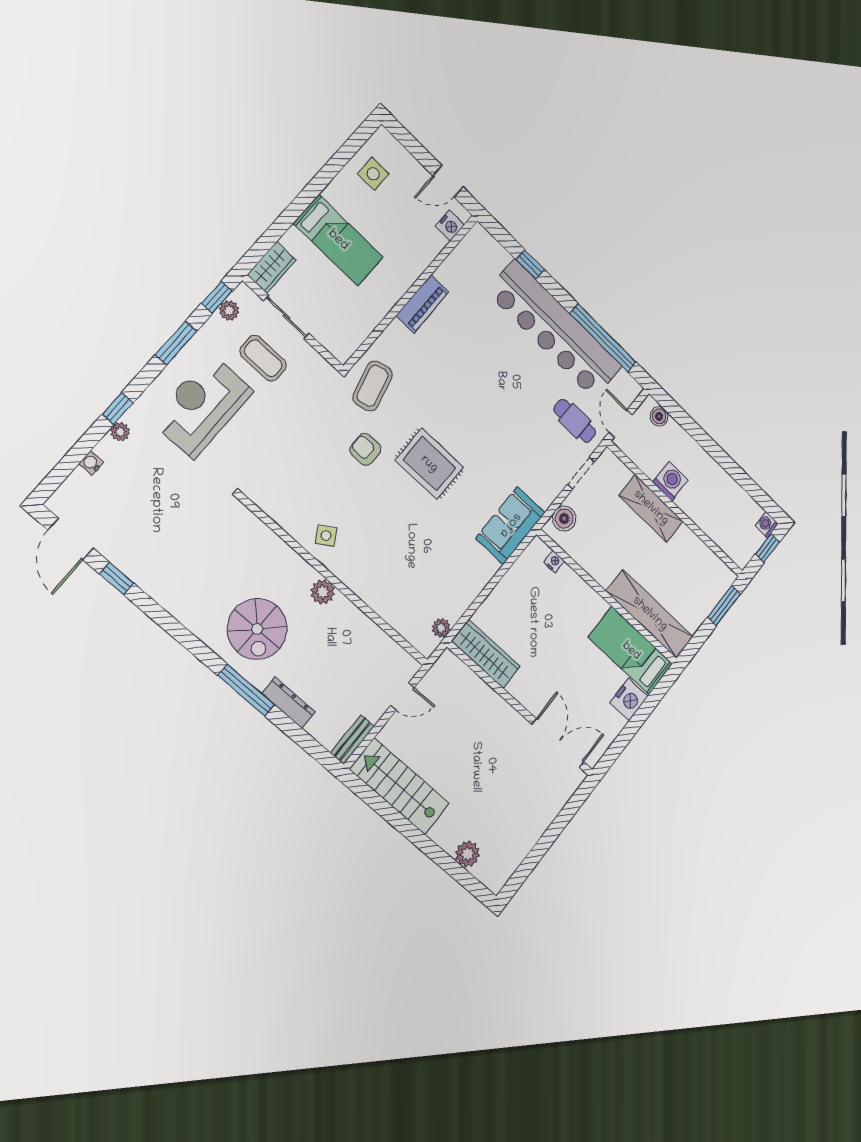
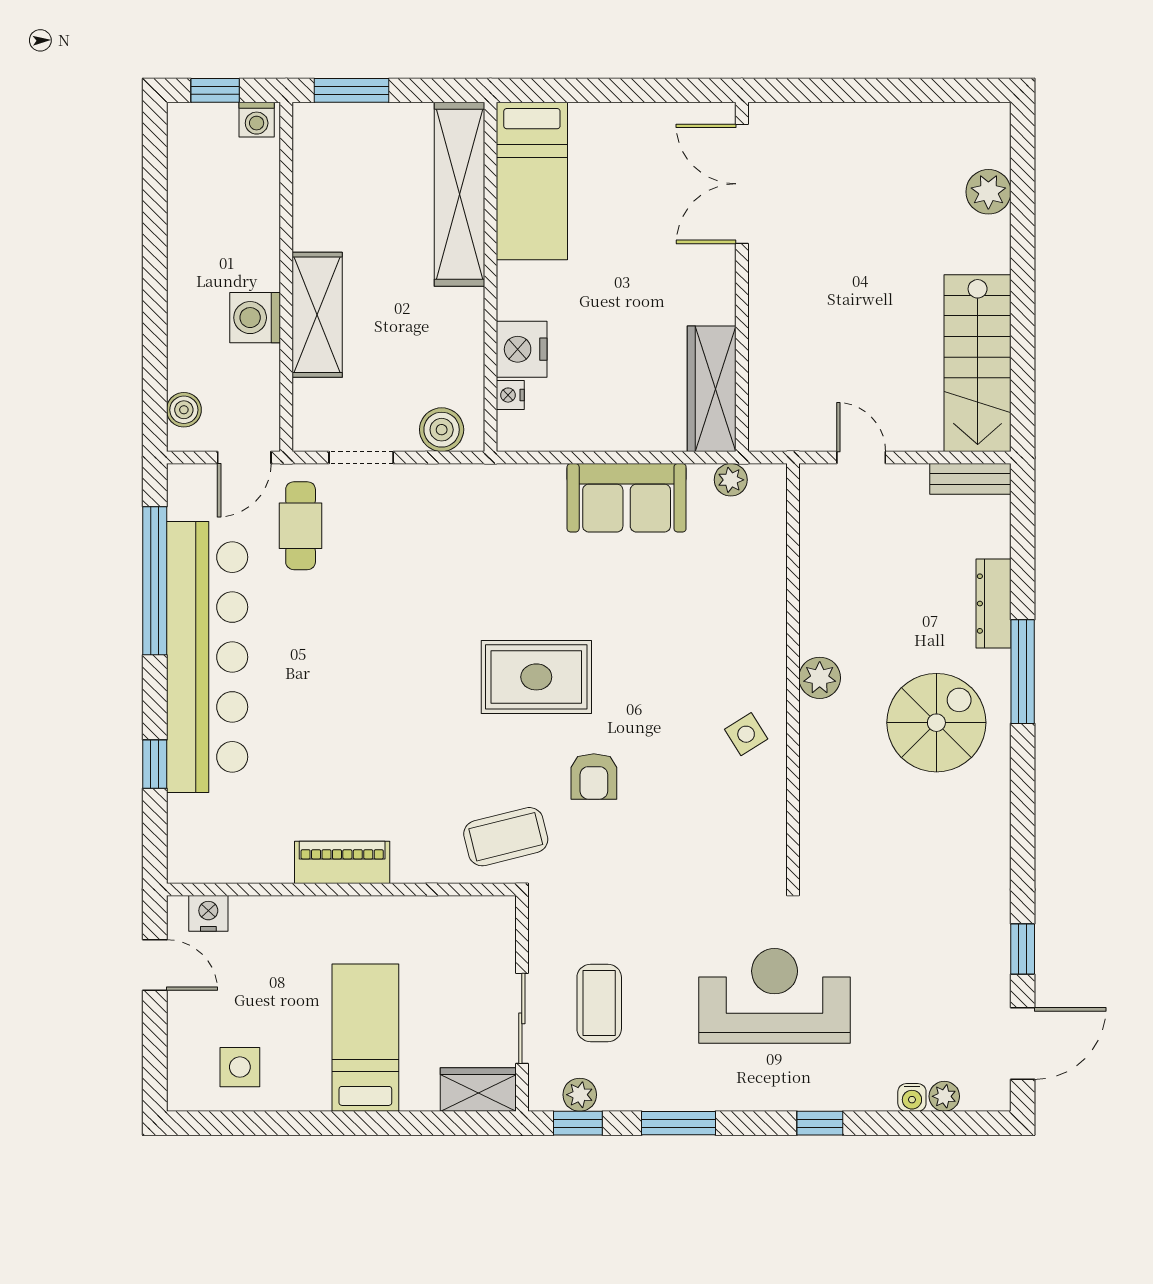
reception desk: (202, 406) -> (775, 996), moved, turned 180
plant: (120, 432) -> (944, 1096), moved
rug: (429, 464) -> (536, 677), turned 90
sofa: (510, 525) -> (627, 498), moved
washing machine: (767, 525) -> (257, 120), moved
nightstand: (629, 699) -> (522, 349), moved, turned -90

